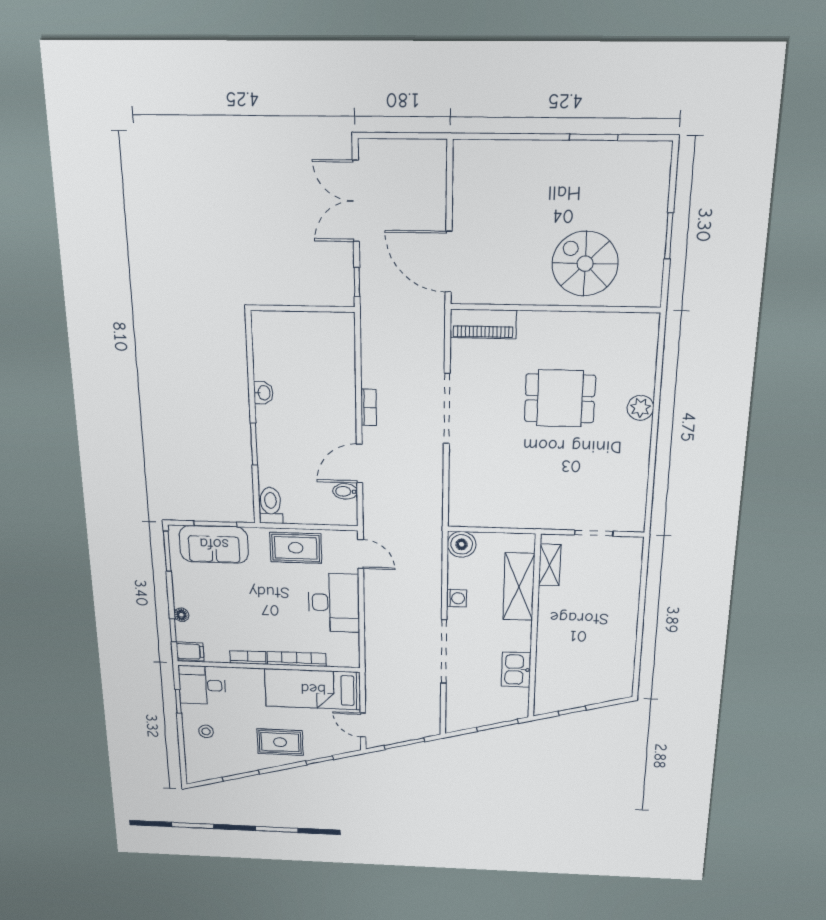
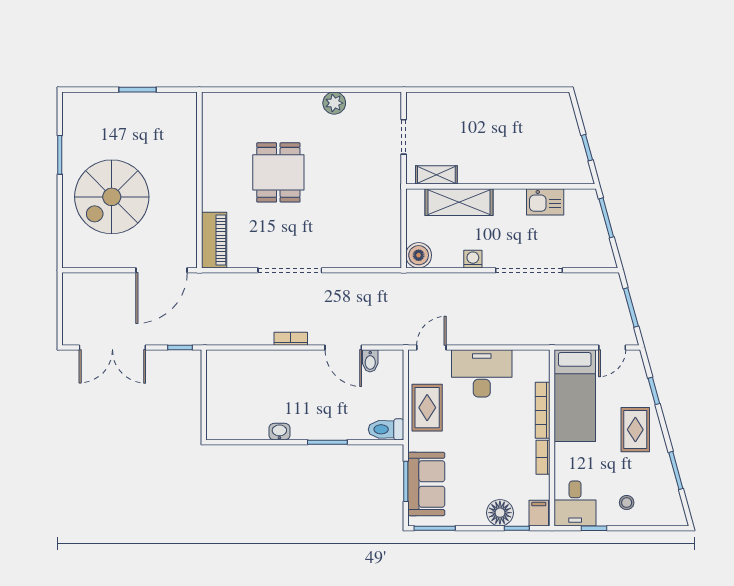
spiral stairs: (585, 264) -> (112, 197), moved, width x1.37, depth x1.37
plant: (640, 408) -> (334, 103), moved
floor lamp: (181, 615) -> (500, 513), width x1.89, depth x1.89

